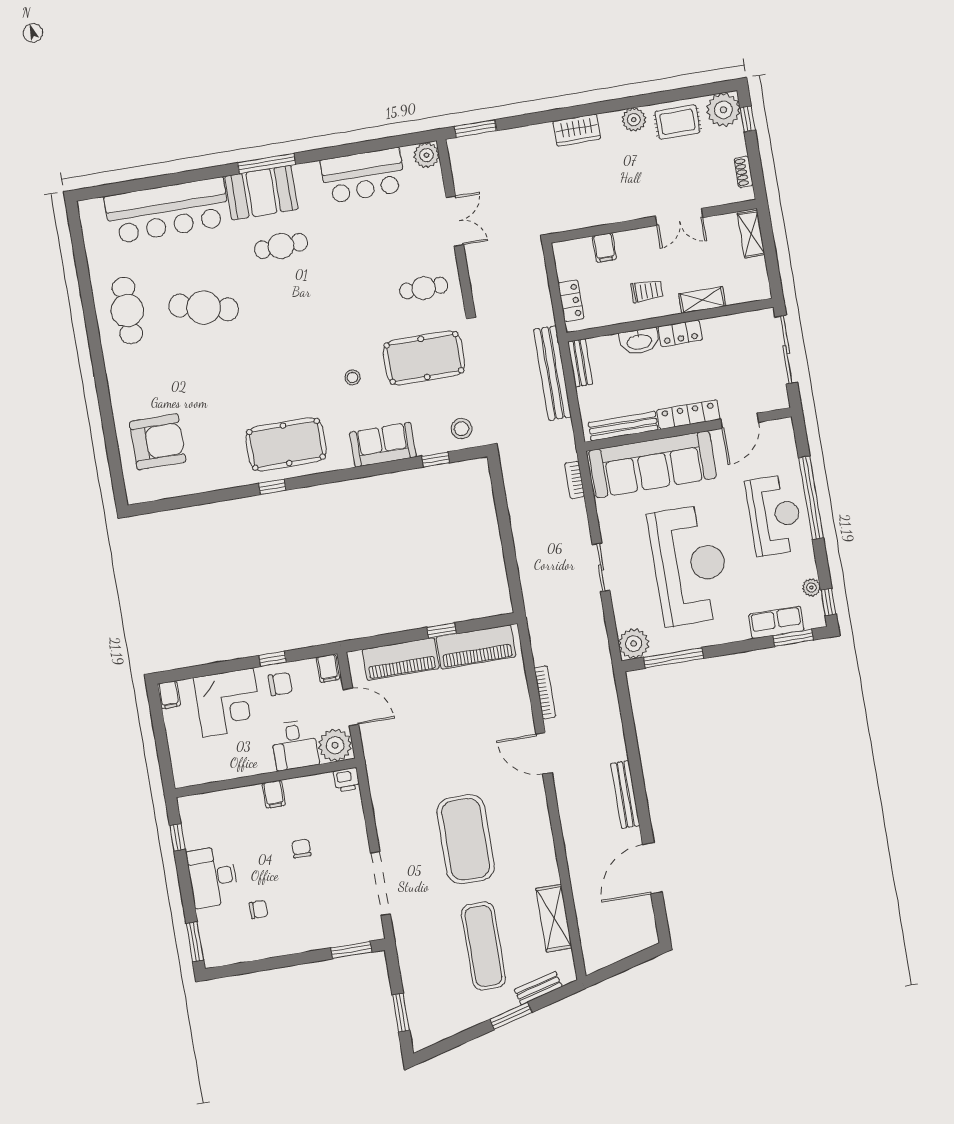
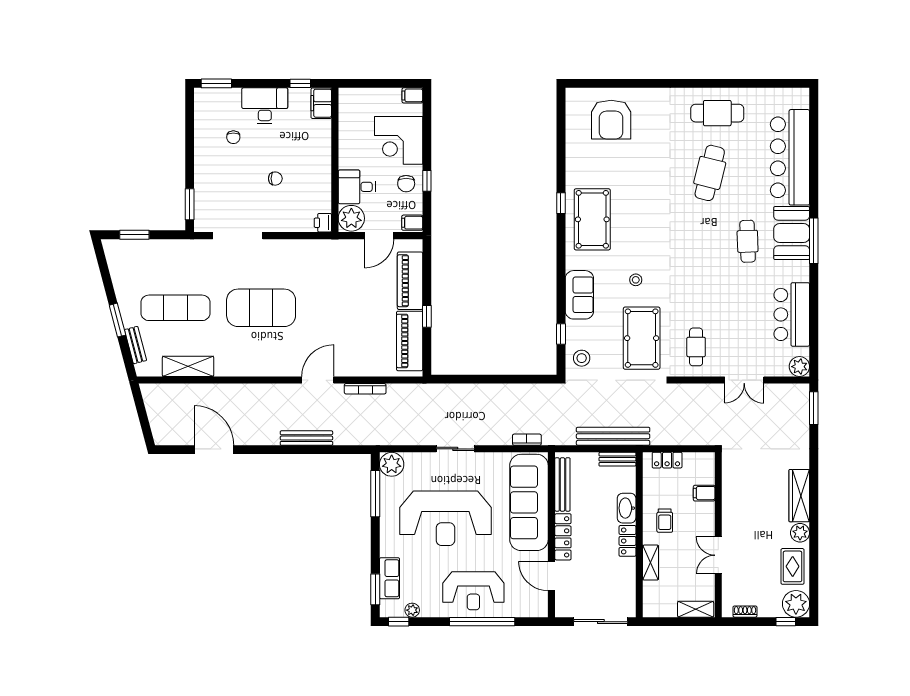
wardrobe: (577, 130) -> (799, 496), width x1.50
filing cabinet: (274, 794) -> (321, 103), moved, width x2.00
bench: (625, 794) -> (306, 438), moved

